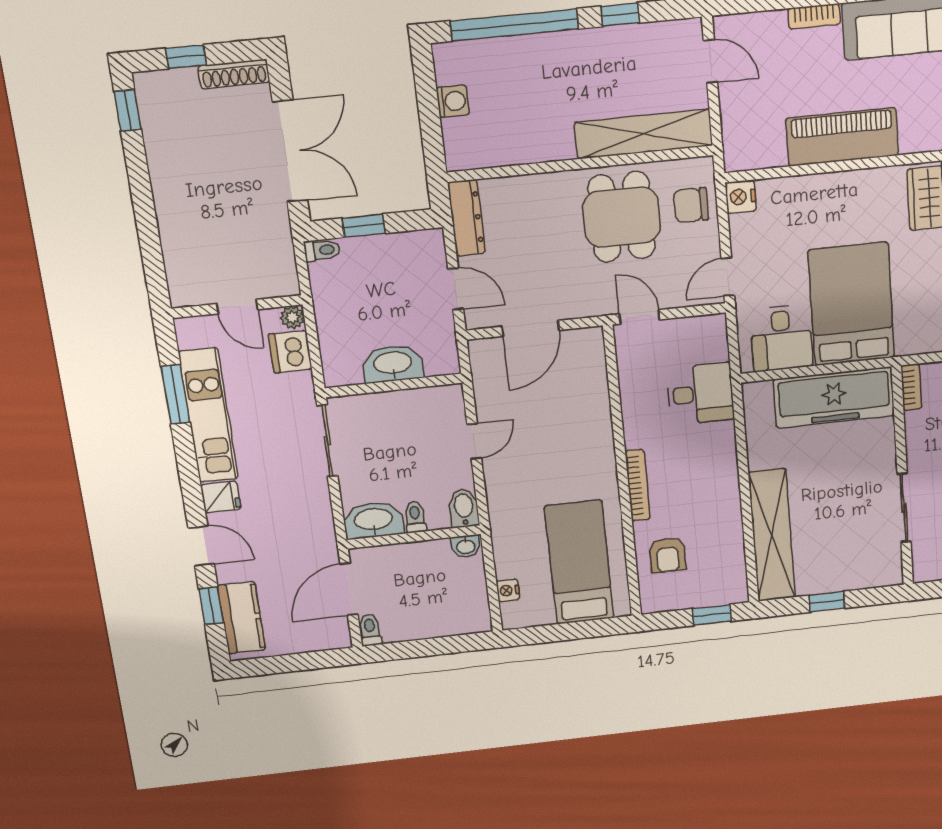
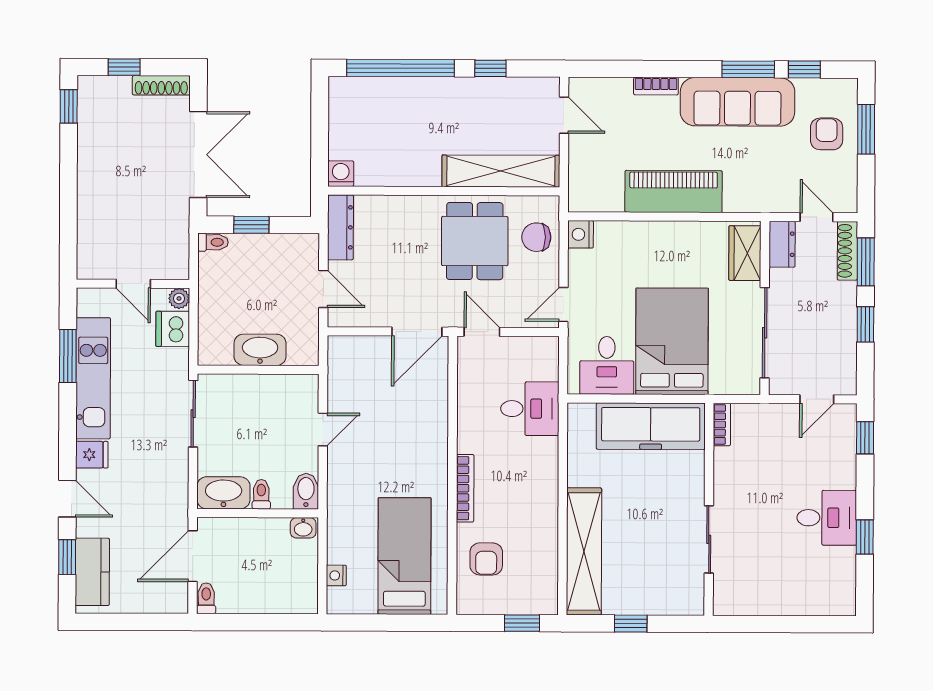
washing machine: (453, 101) -> (341, 174), moved, turned -90
door: (531, 328) -> (417, 332), moved

